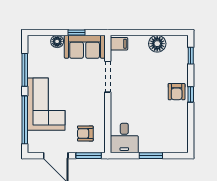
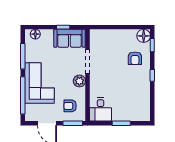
floor lamp: (57, 41) -> (35, 34), moved
filing cabinet: (119, 44) -> (96, 36), removed
floor lamp: (157, 44) -> (144, 36), moved
armchair: (177, 92) -> (135, 58), moved
plant: (97, 101) -> (79, 81), added

